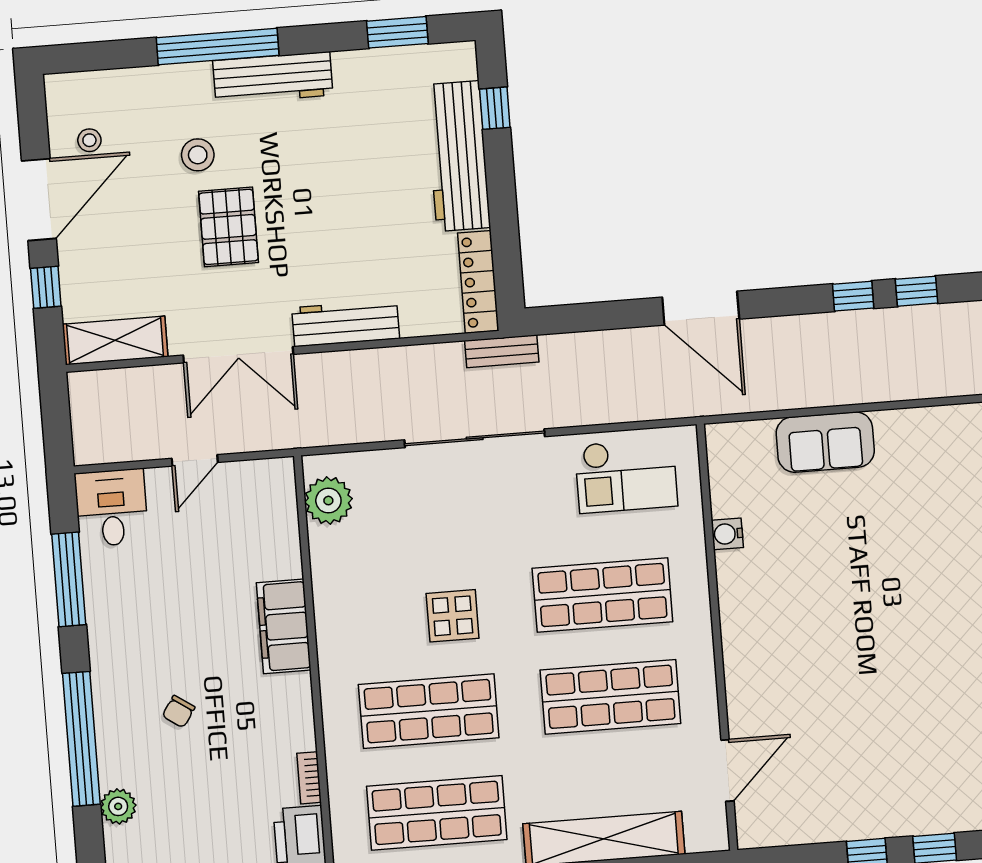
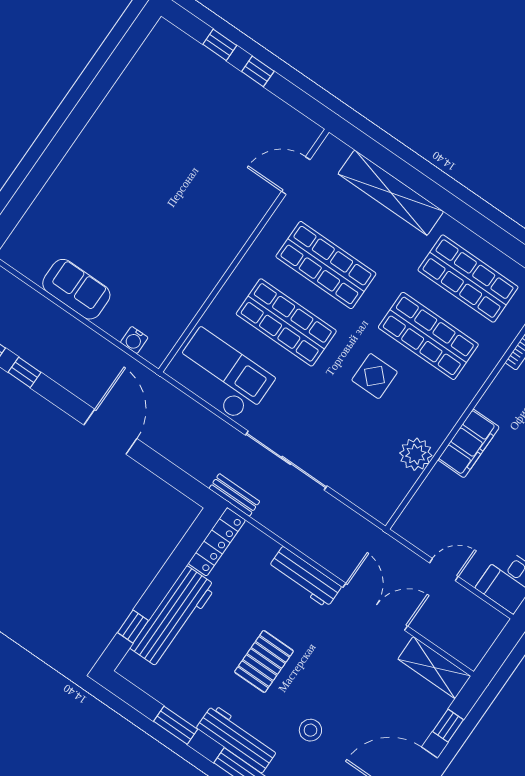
window: (397, 32) -> (176, 725), moved
pallet: (228, 227) -> (264, 661), moved
sofa: (825, 442) -> (76, 289), moved
checkout: (626, 476) -> (222, 375), width x1.36, depth x1.21
plant: (328, 501) -> (416, 454), moved
water cooler: (727, 534) -> (134, 340), moved, turned 90

